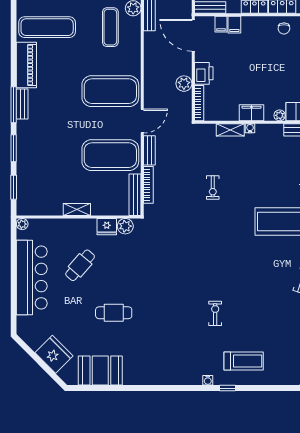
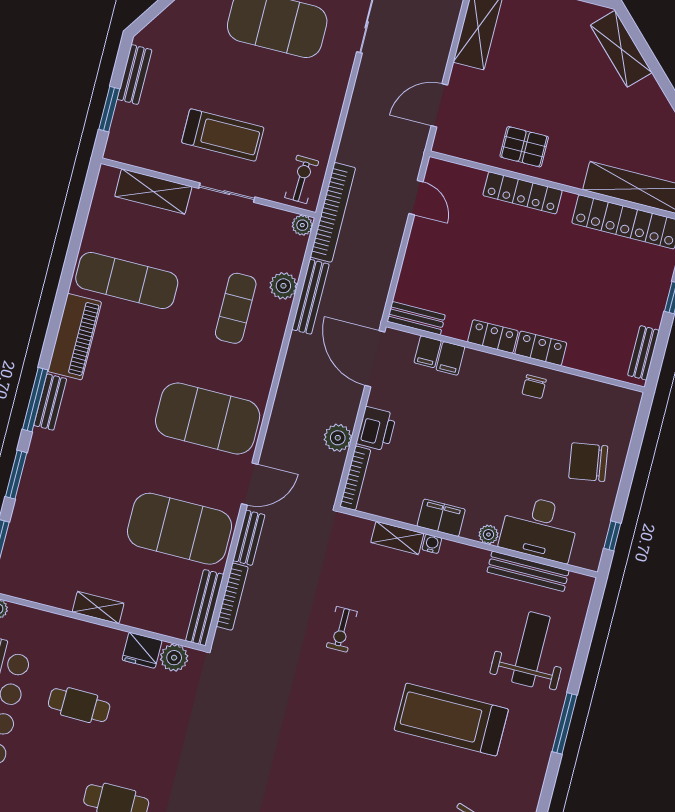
cafe table: (80, 265) -> (79, 705), turned 50

